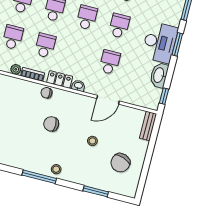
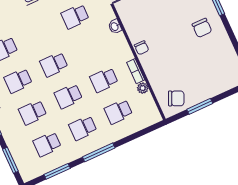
school desk: (119, 26) -> (39, 33), removed
locker: (60, 79) -> (122, 46), removed
chair: (51, 124) -> (202, 28), moved

